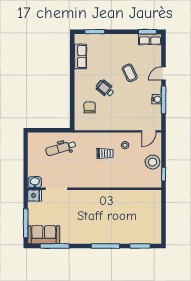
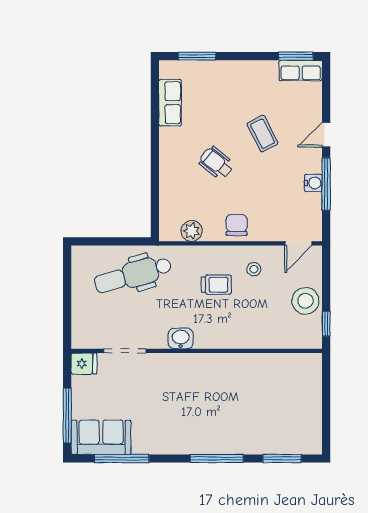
chair: (90, 107) -> (237, 225), moved
plant: (92, 125) -> (192, 231), added
dental chair: (61, 148) -> (133, 275), width x1.36, depth x1.38
washbasin: (35, 182) -> (181, 338), moved

